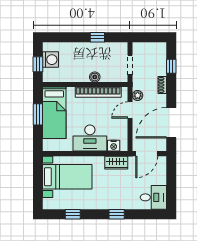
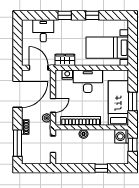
window: (97, 37) -> (101, 168), moved
washing machine: (51, 60) -> (122, 136), moved
window: (171, 66) -> (17, 143), width x2.17
door: (147, 154) -> (39, 68), hinge flipped
desk: (153, 197) -> (43, 31), moved, turned 90
window: (73, 214) -> (92, 15), moved

